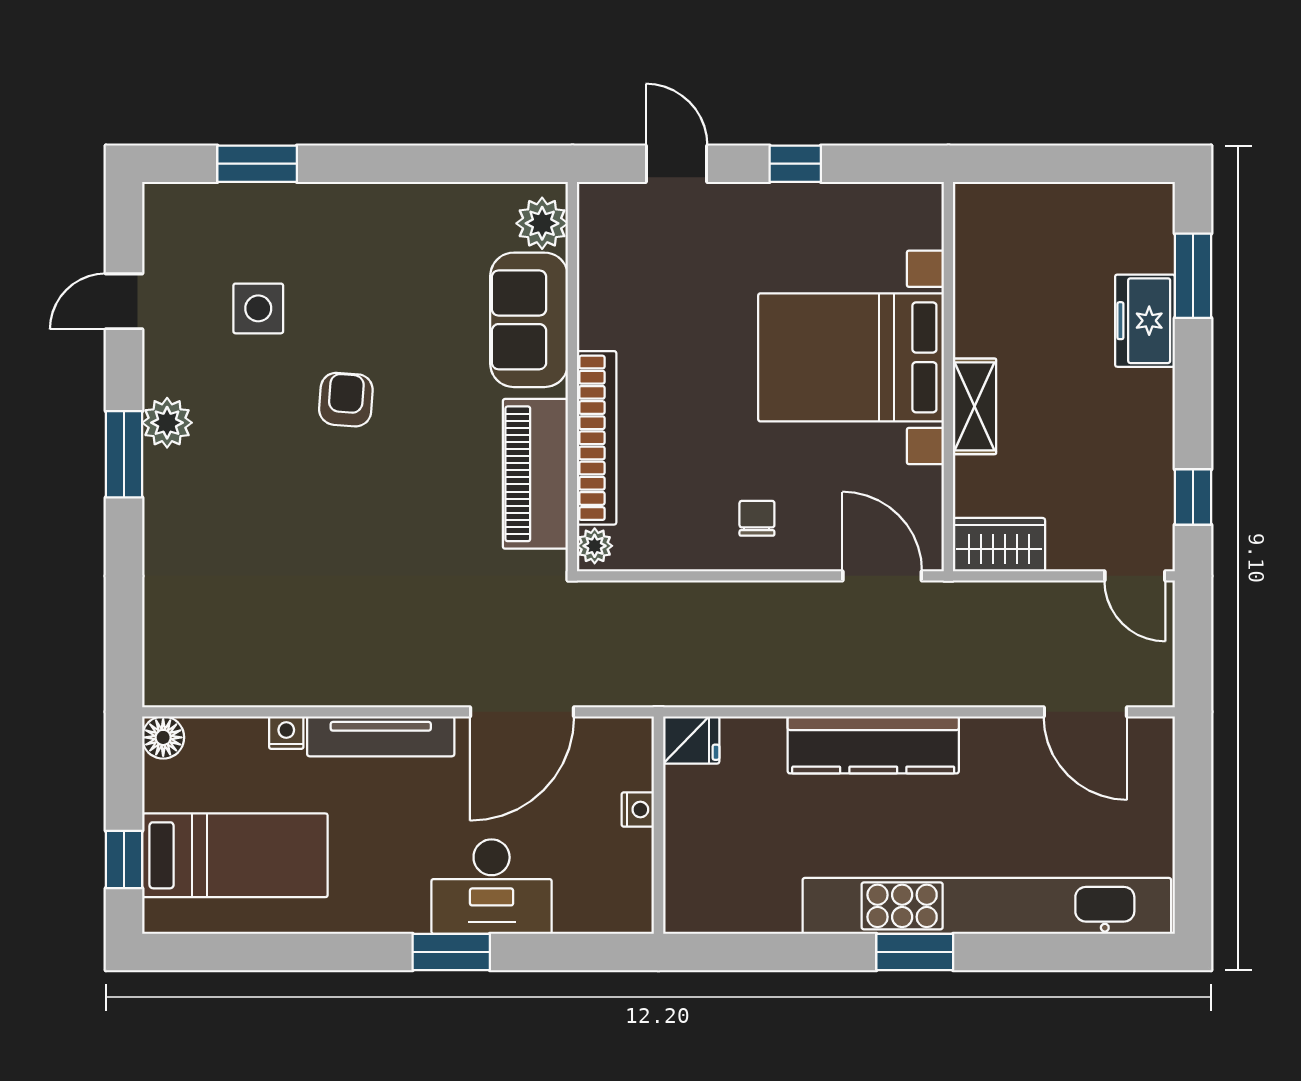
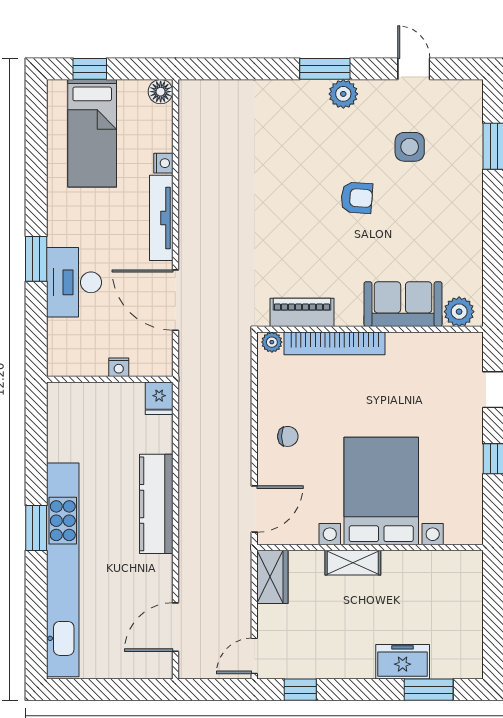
piano: (535, 474) -> (302, 312), width x0.73, depth x0.75

